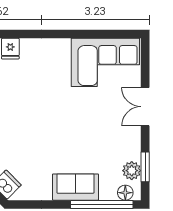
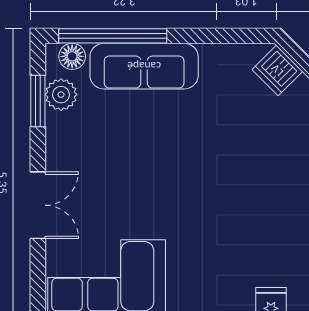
sofa: (75, 187) -> (144, 66), width x1.36

